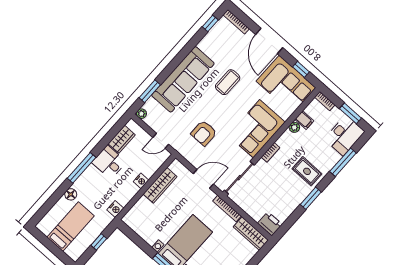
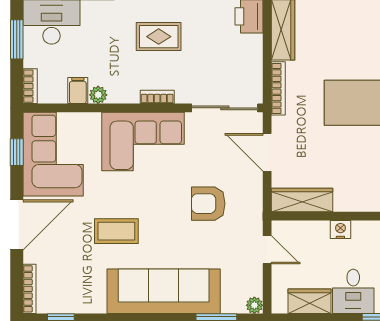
armchair: (204, 133) -> (208, 204), turned 180
rug: (307, 171) -> (159, 37), moved, turned 90
wardrobe: (160, 185) -> (302, 200), moved

